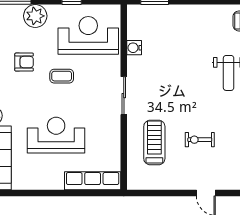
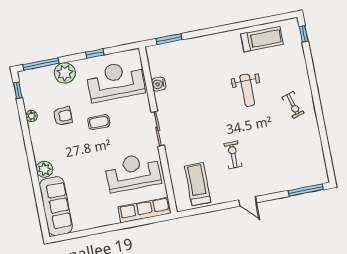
reception desk: (56, 135) -> (133, 172), moved
exercise bike: (200, 140) -> (233, 155), turned 90
treadmill: (154, 142) -> (198, 184), moved

